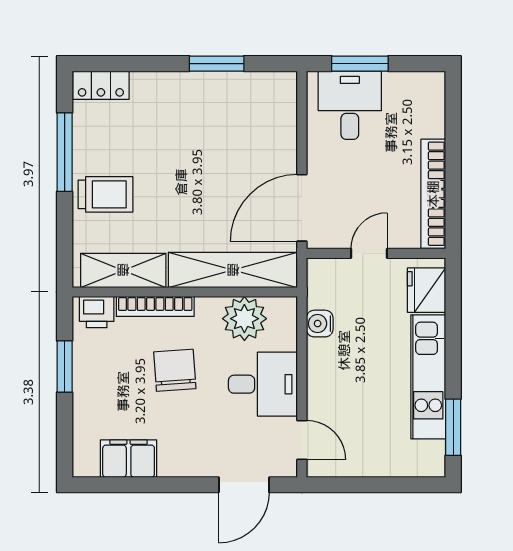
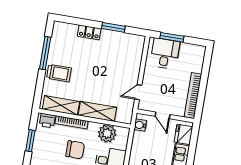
locker: (101, 85) -> (89, 32), moved
door: (302, 208) -> (138, 92), width x0.53
door: (369, 253) -> (163, 115), swing flipped
shelving: (233, 270) -> (97, 111), width x0.68
water cooler: (320, 324) -> (140, 125), moved
chair: (175, 370) -> (75, 150), turned 94

